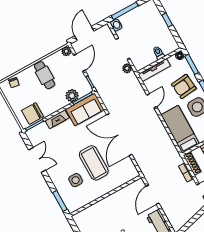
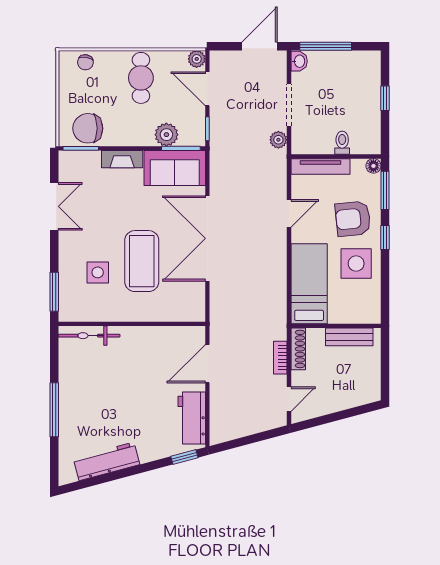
door: (84, 33) -> (259, 46), moved
door: (79, 63) -> (207, 89), swing flipped
bicycle: (88, 213) -> (89, 336), added

